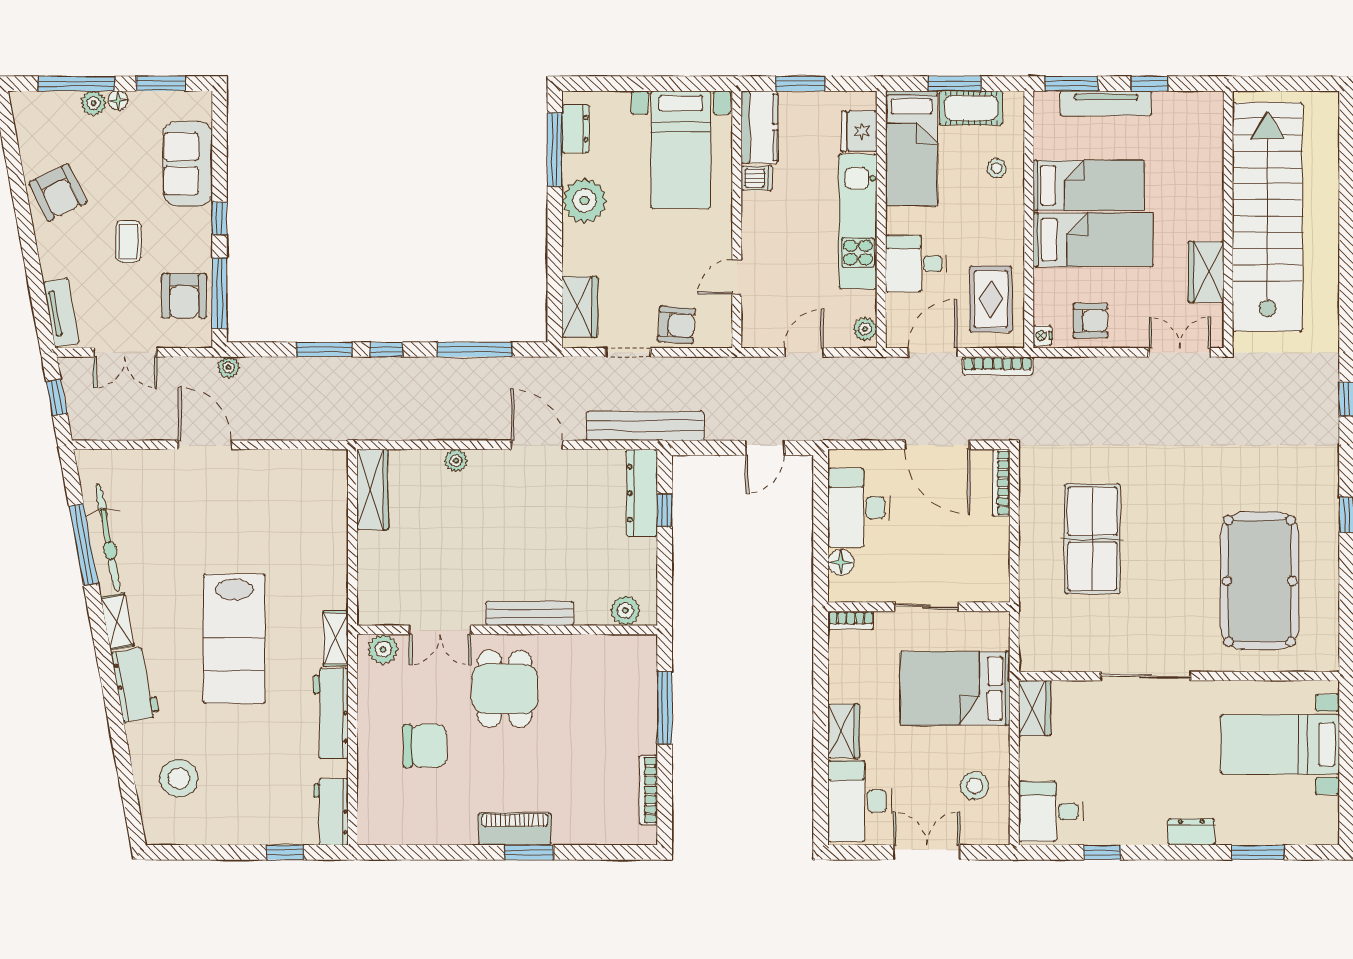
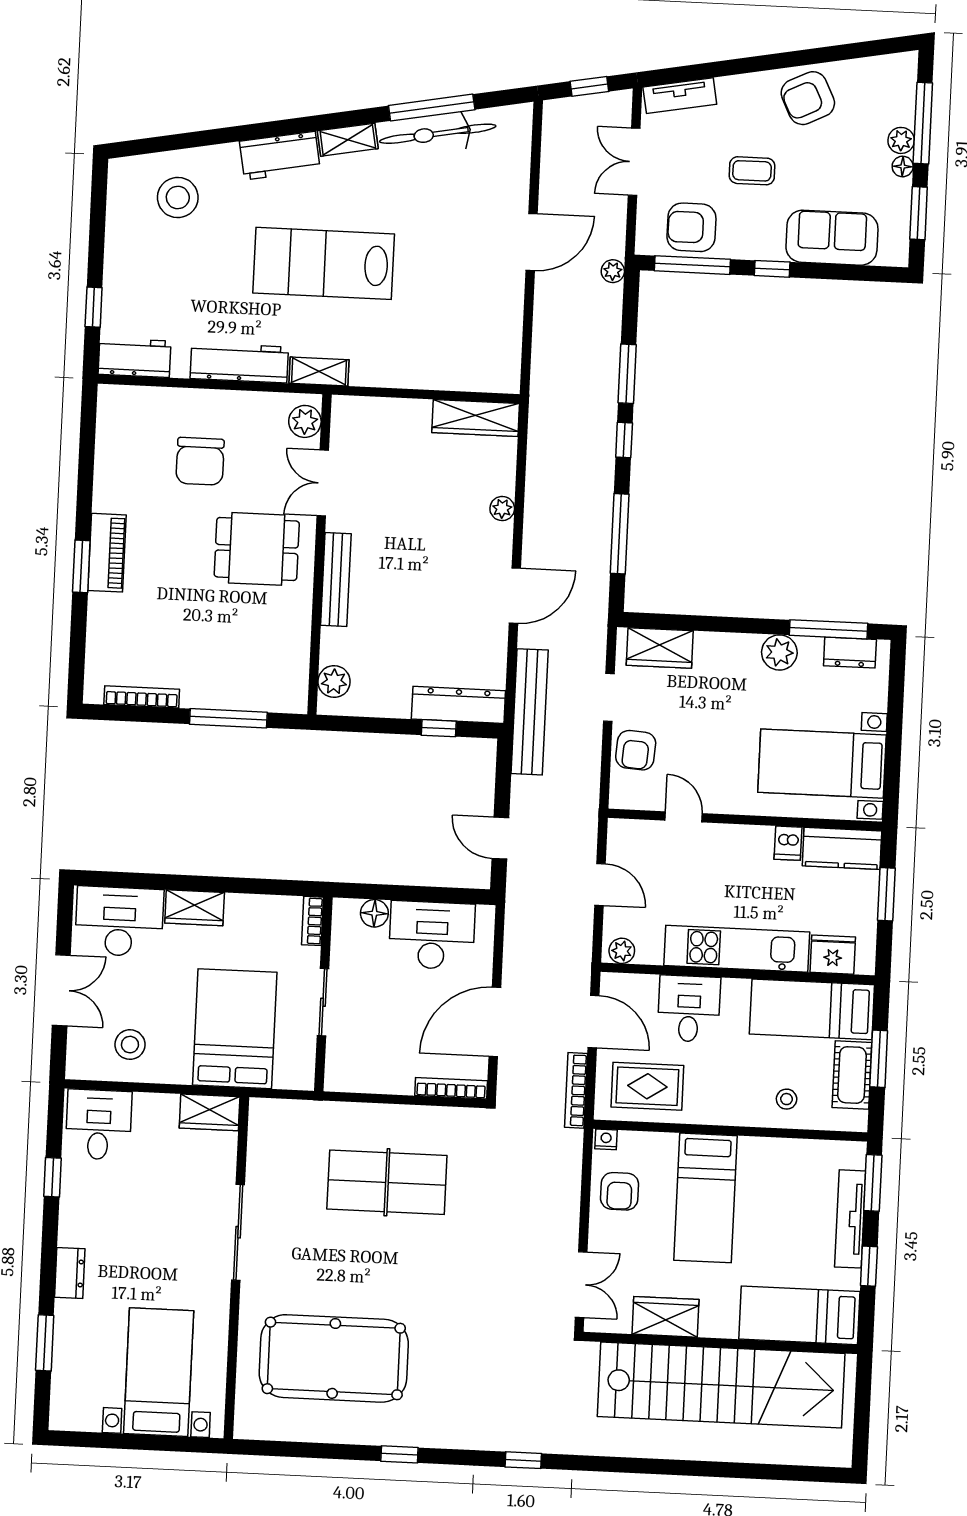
bed: (1089, 185) -> (799, 1315), moved, turned 90
plant: (585, 201) -> (779, 652), width x0.73, depth x0.73

